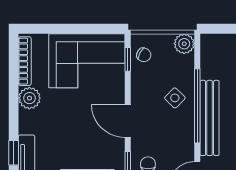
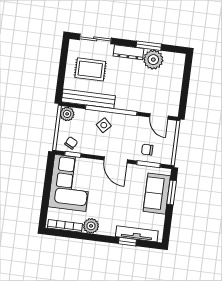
bench: (210, 118) -> (88, 99), moved
door: (128, 121) -> (116, 160), hinge flipped

